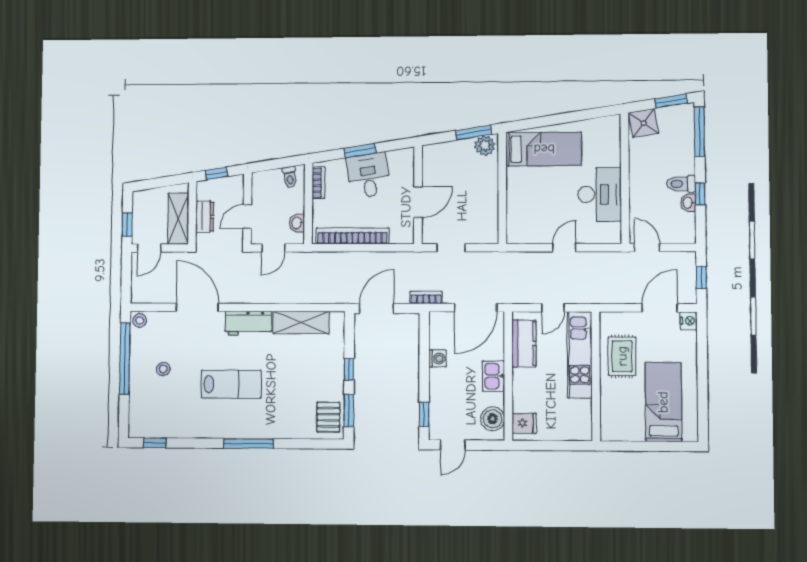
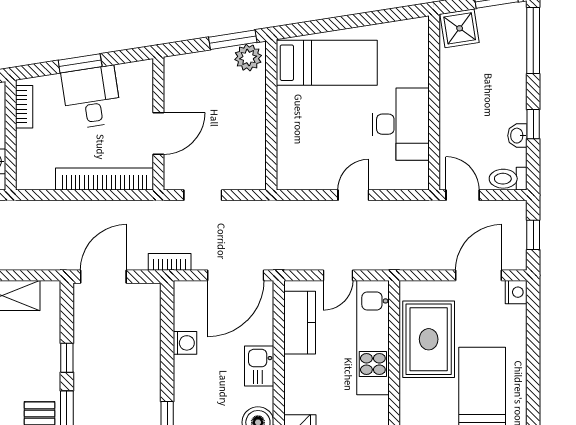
toilet: (681, 184) -> (508, 179), moved
bookcase: (352, 236) -> (105, 179), moved
rug: (622, 356) -> (429, 339), width x1.36, depth x1.43

